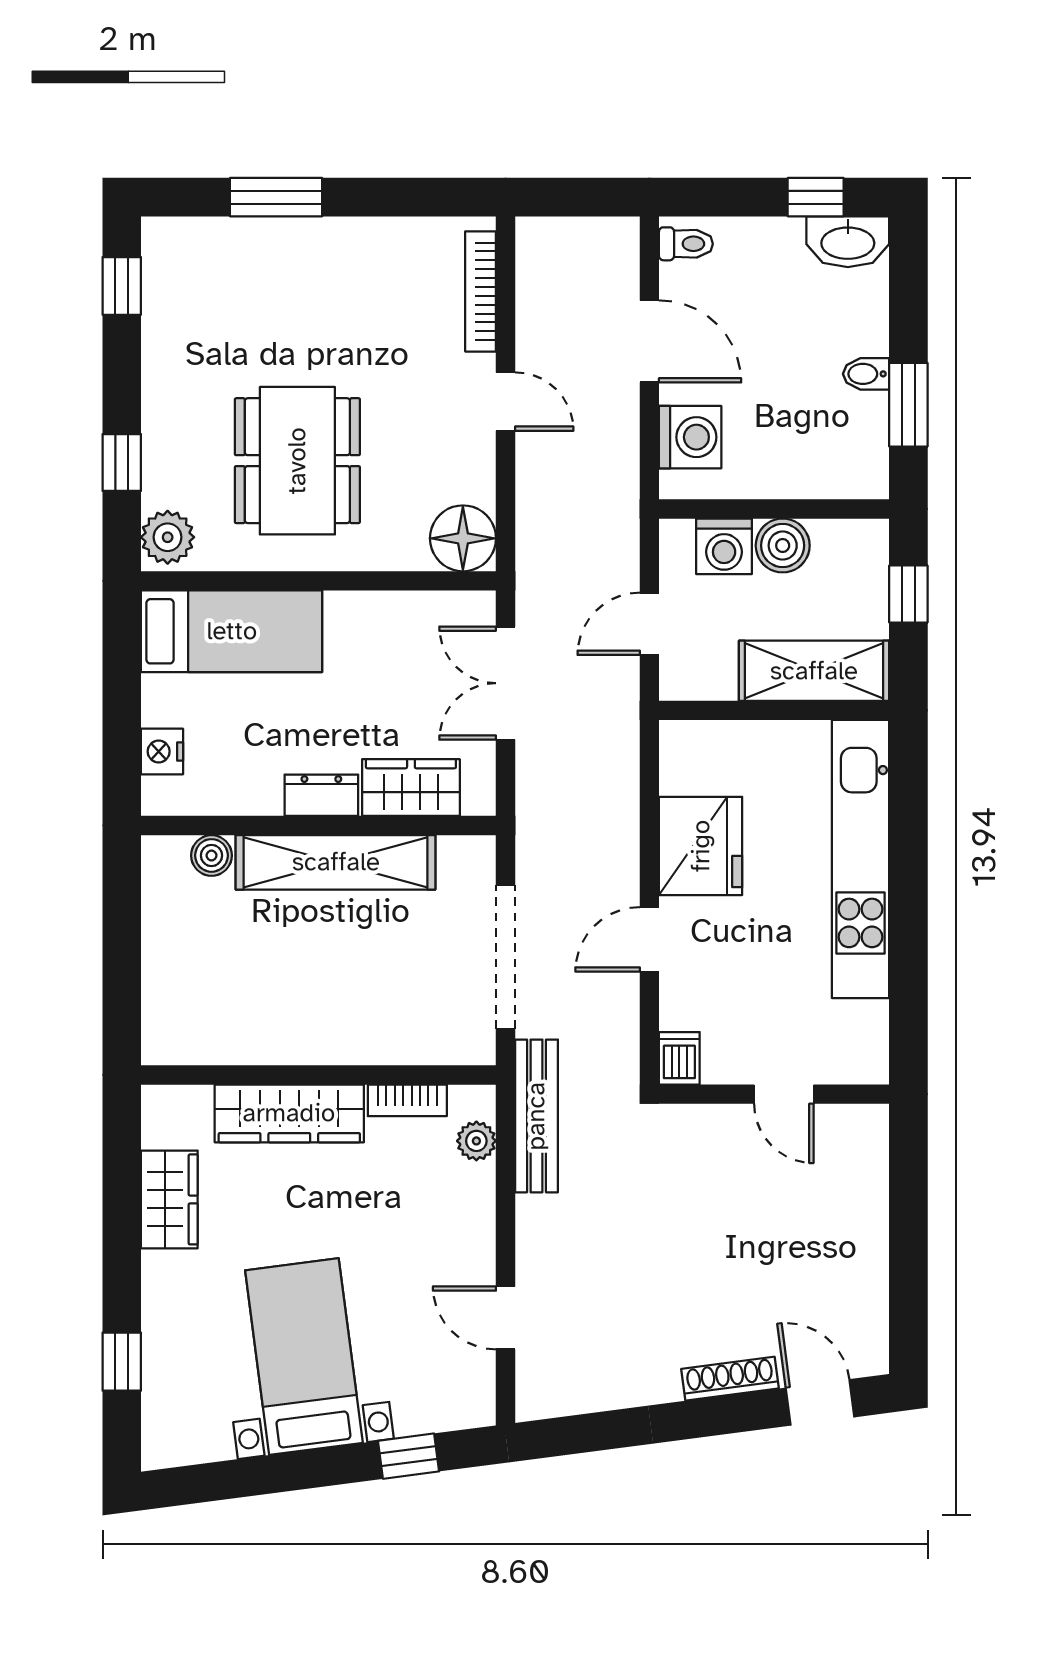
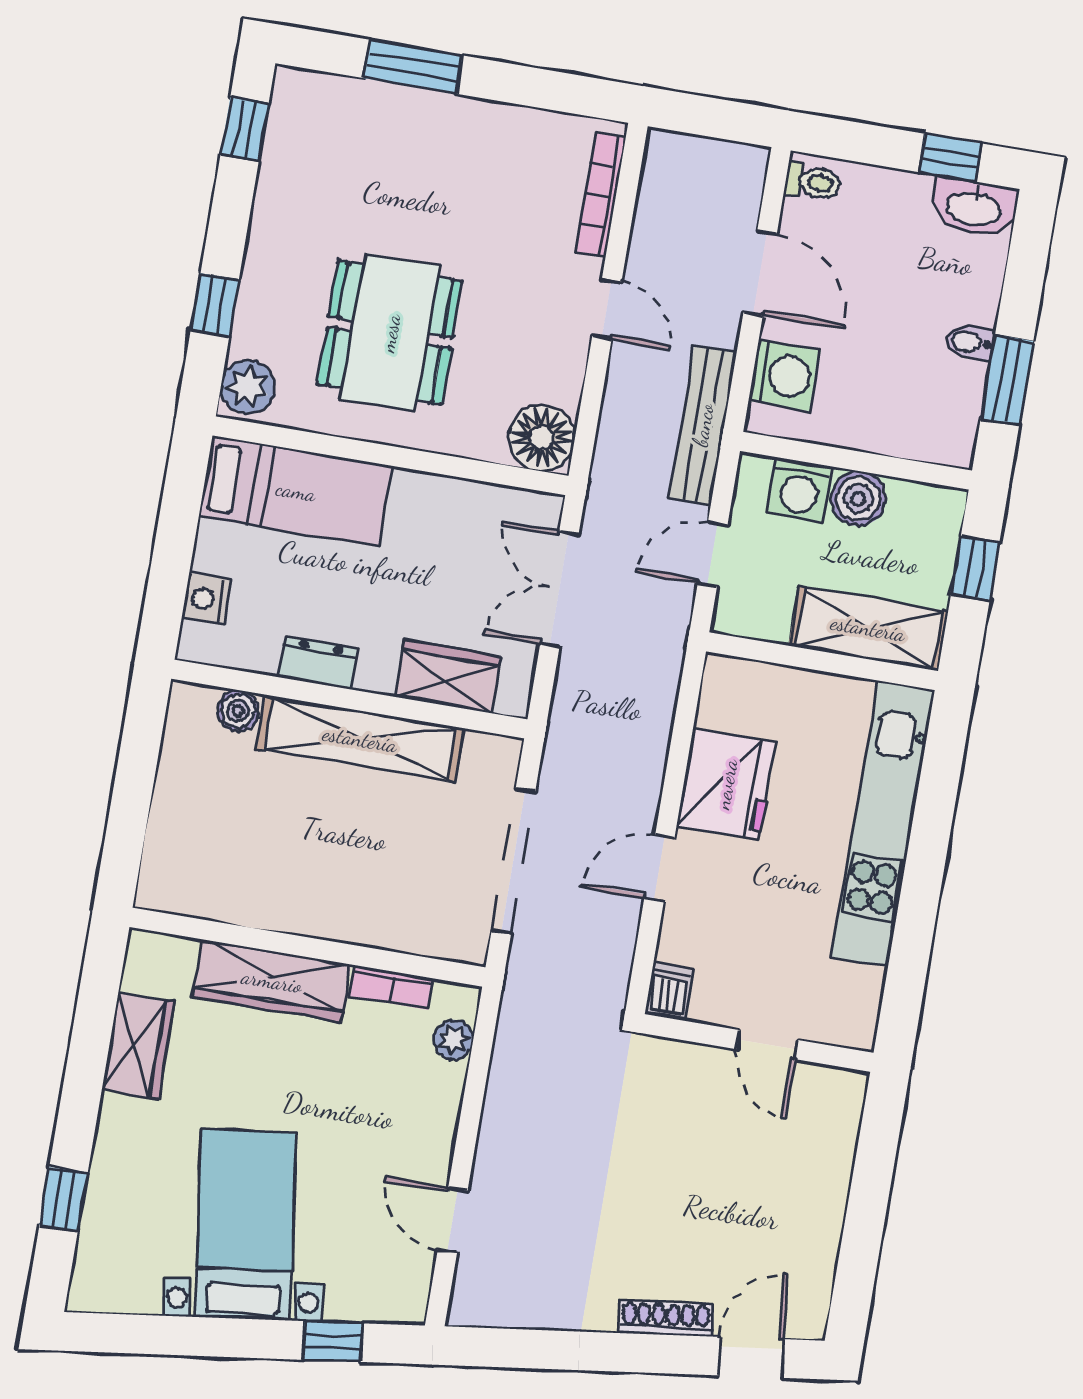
dresser: (321, 795) -> (318, 663), moved
bench: (536, 1116) -> (703, 425), moved
door: (820, 1402) -> (751, 1357), hinge flipped

